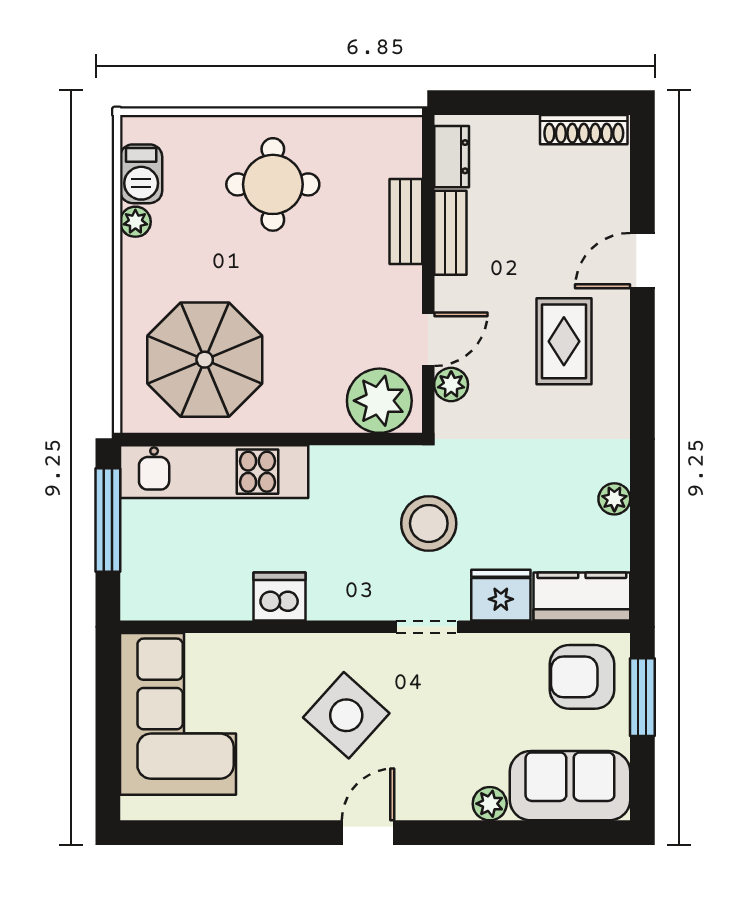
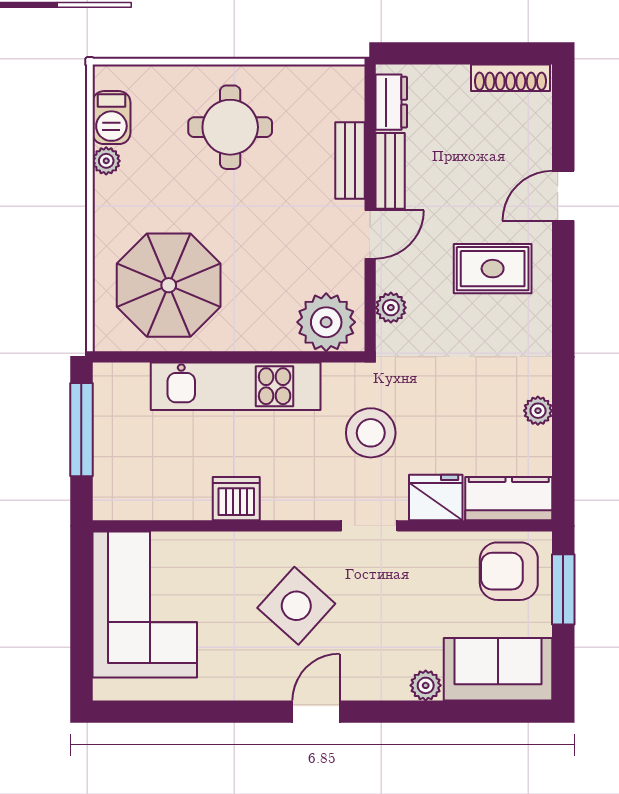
door: (428, 339) -> (370, 234), moved
rug: (564, 341) -> (493, 269), turned 90
kitchen unit: (214, 472) -> (236, 386), moved

